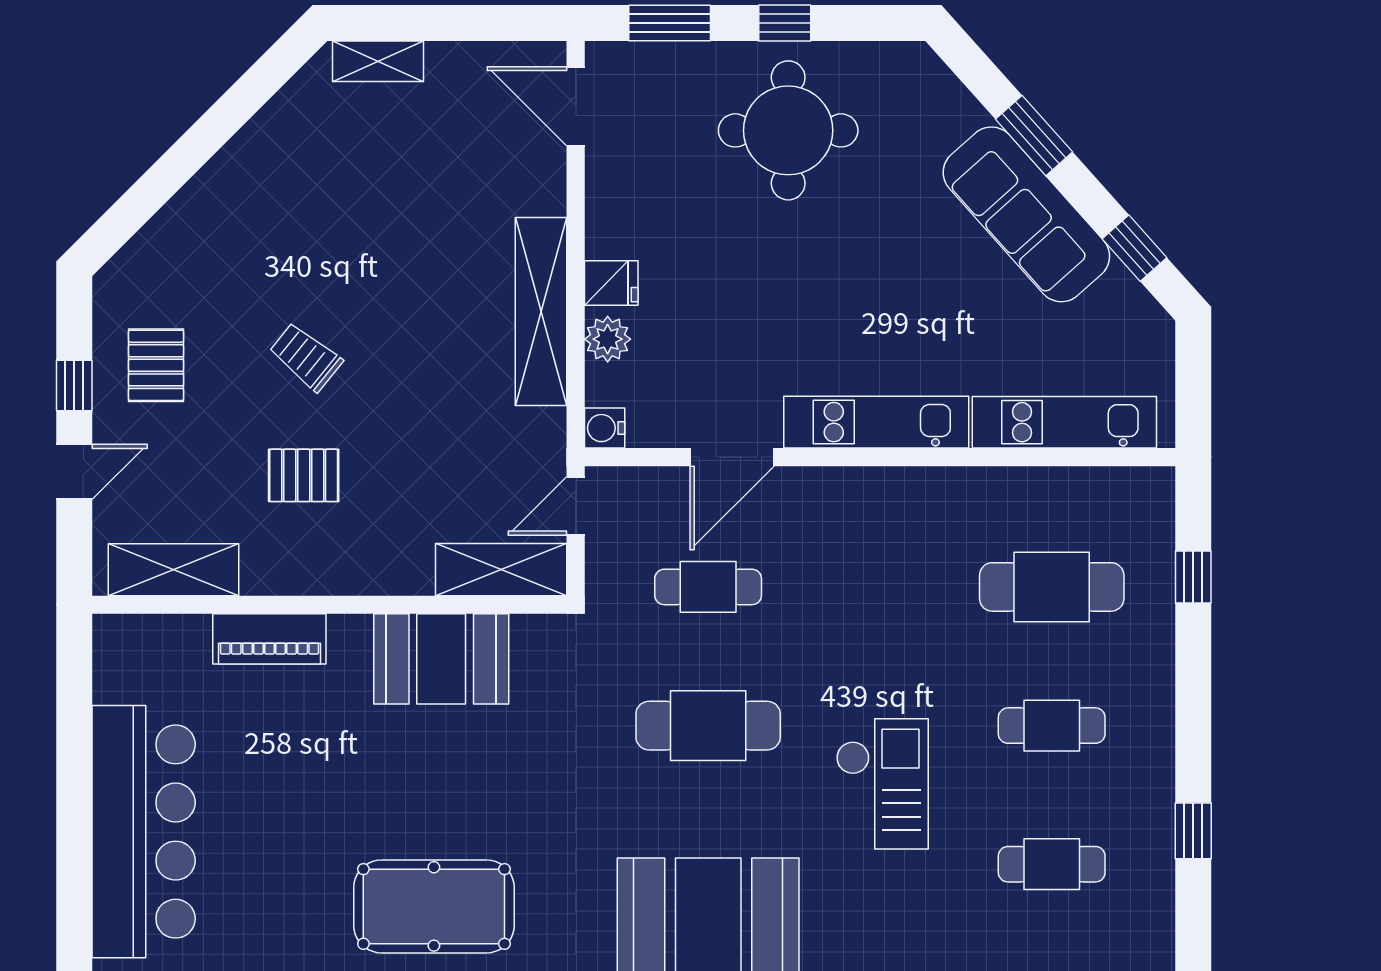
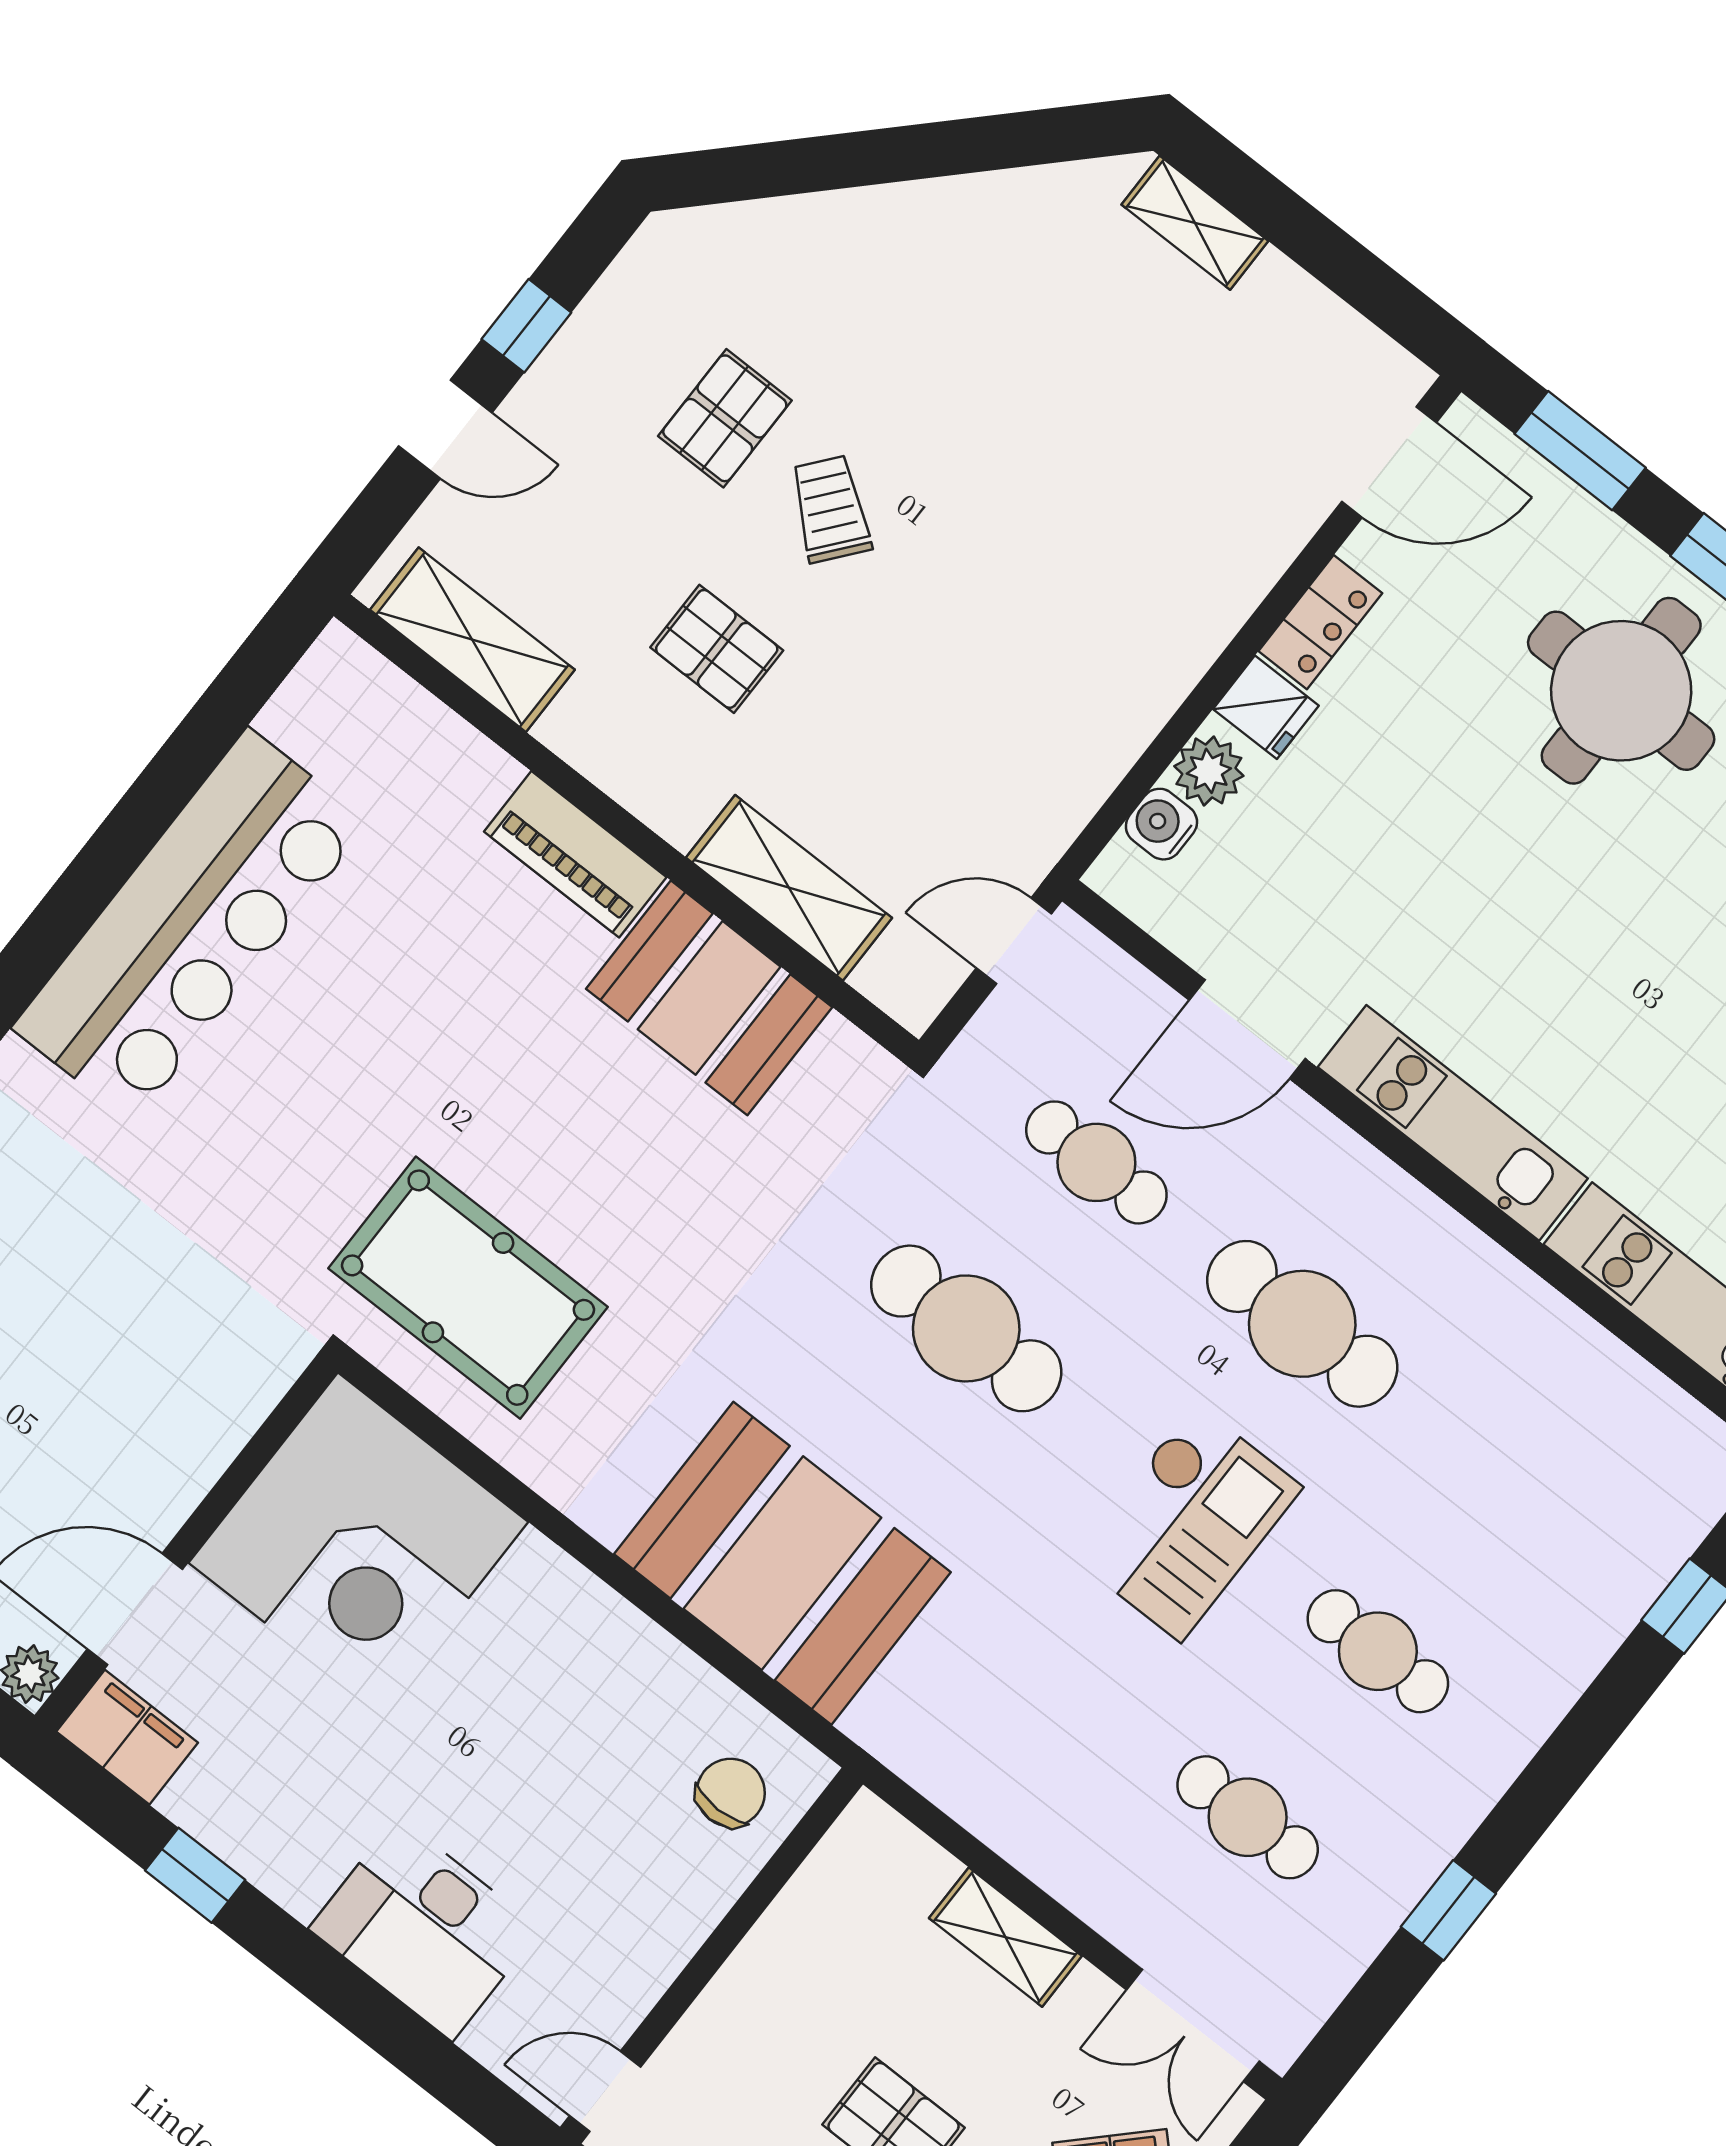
door: (576, 106) -> (1389, 462), swing flipped
locker: (605, 217) -> (1320, 622), added
shelving: (541, 311) -> (1155, 675), removed
pallet: (156, 365) -> (725, 418), moved
water cooler: (605, 428) -> (1161, 824), moved
shelving: (501, 570) -> (789, 888), moved
cafe table: (1052, 587) -> (1302, 1324), moved
piano: (269, 639) -> (575, 854), moved
checkout: (882, 784) -> (1188, 1522), moved

